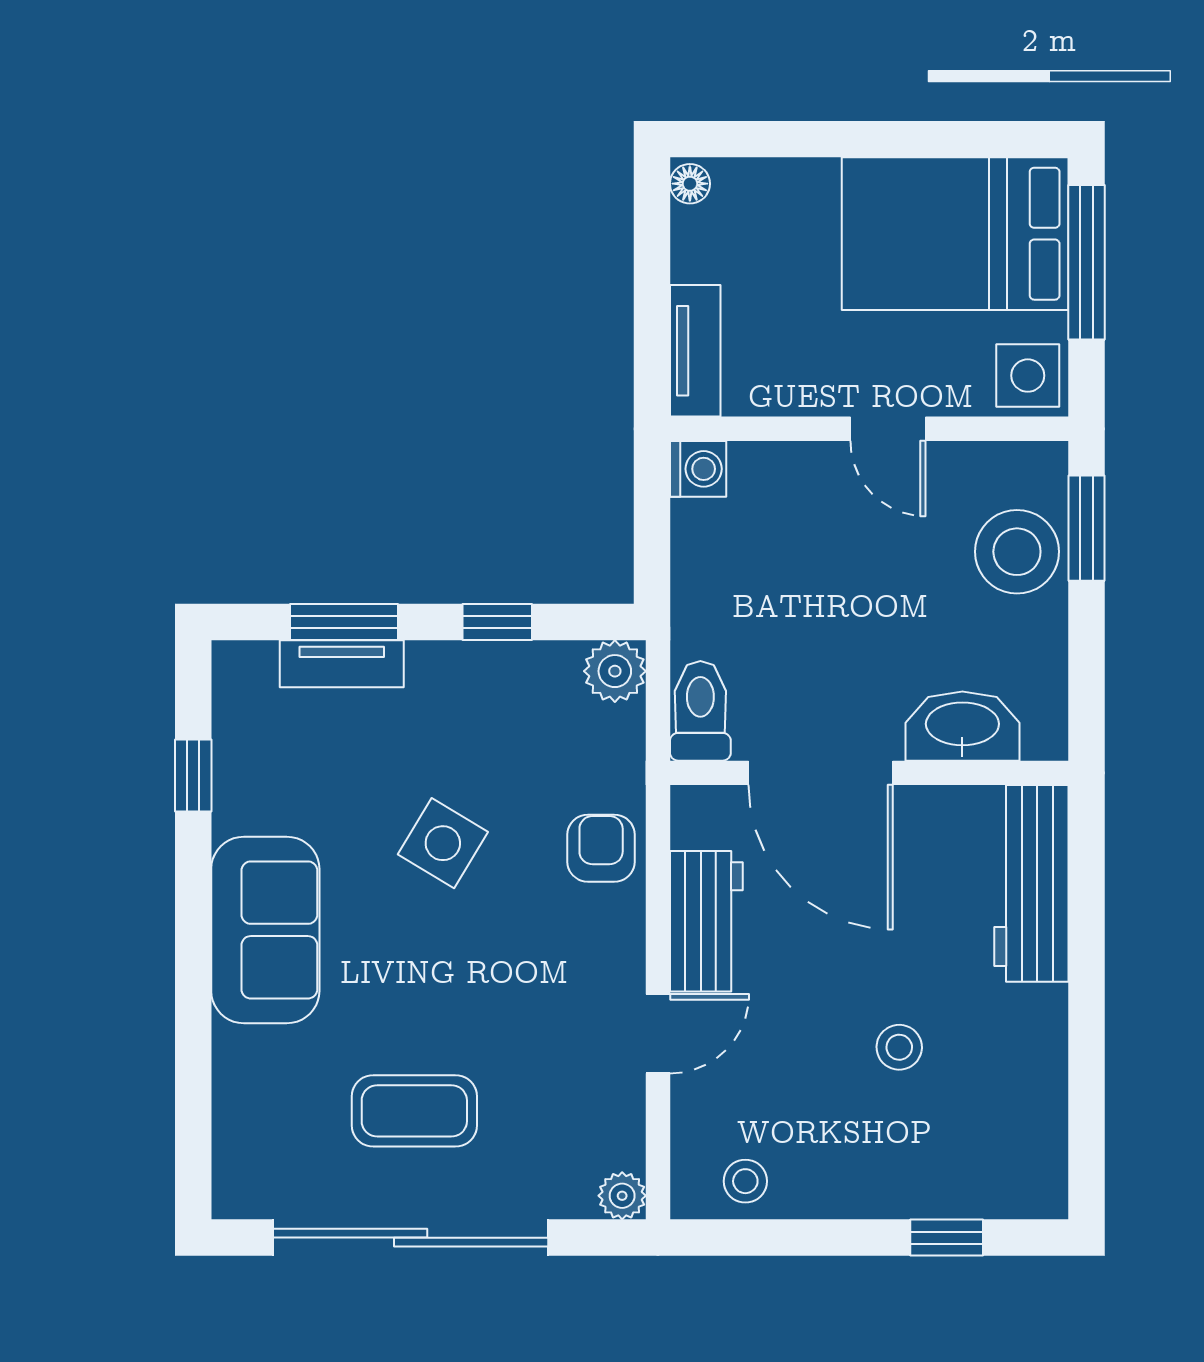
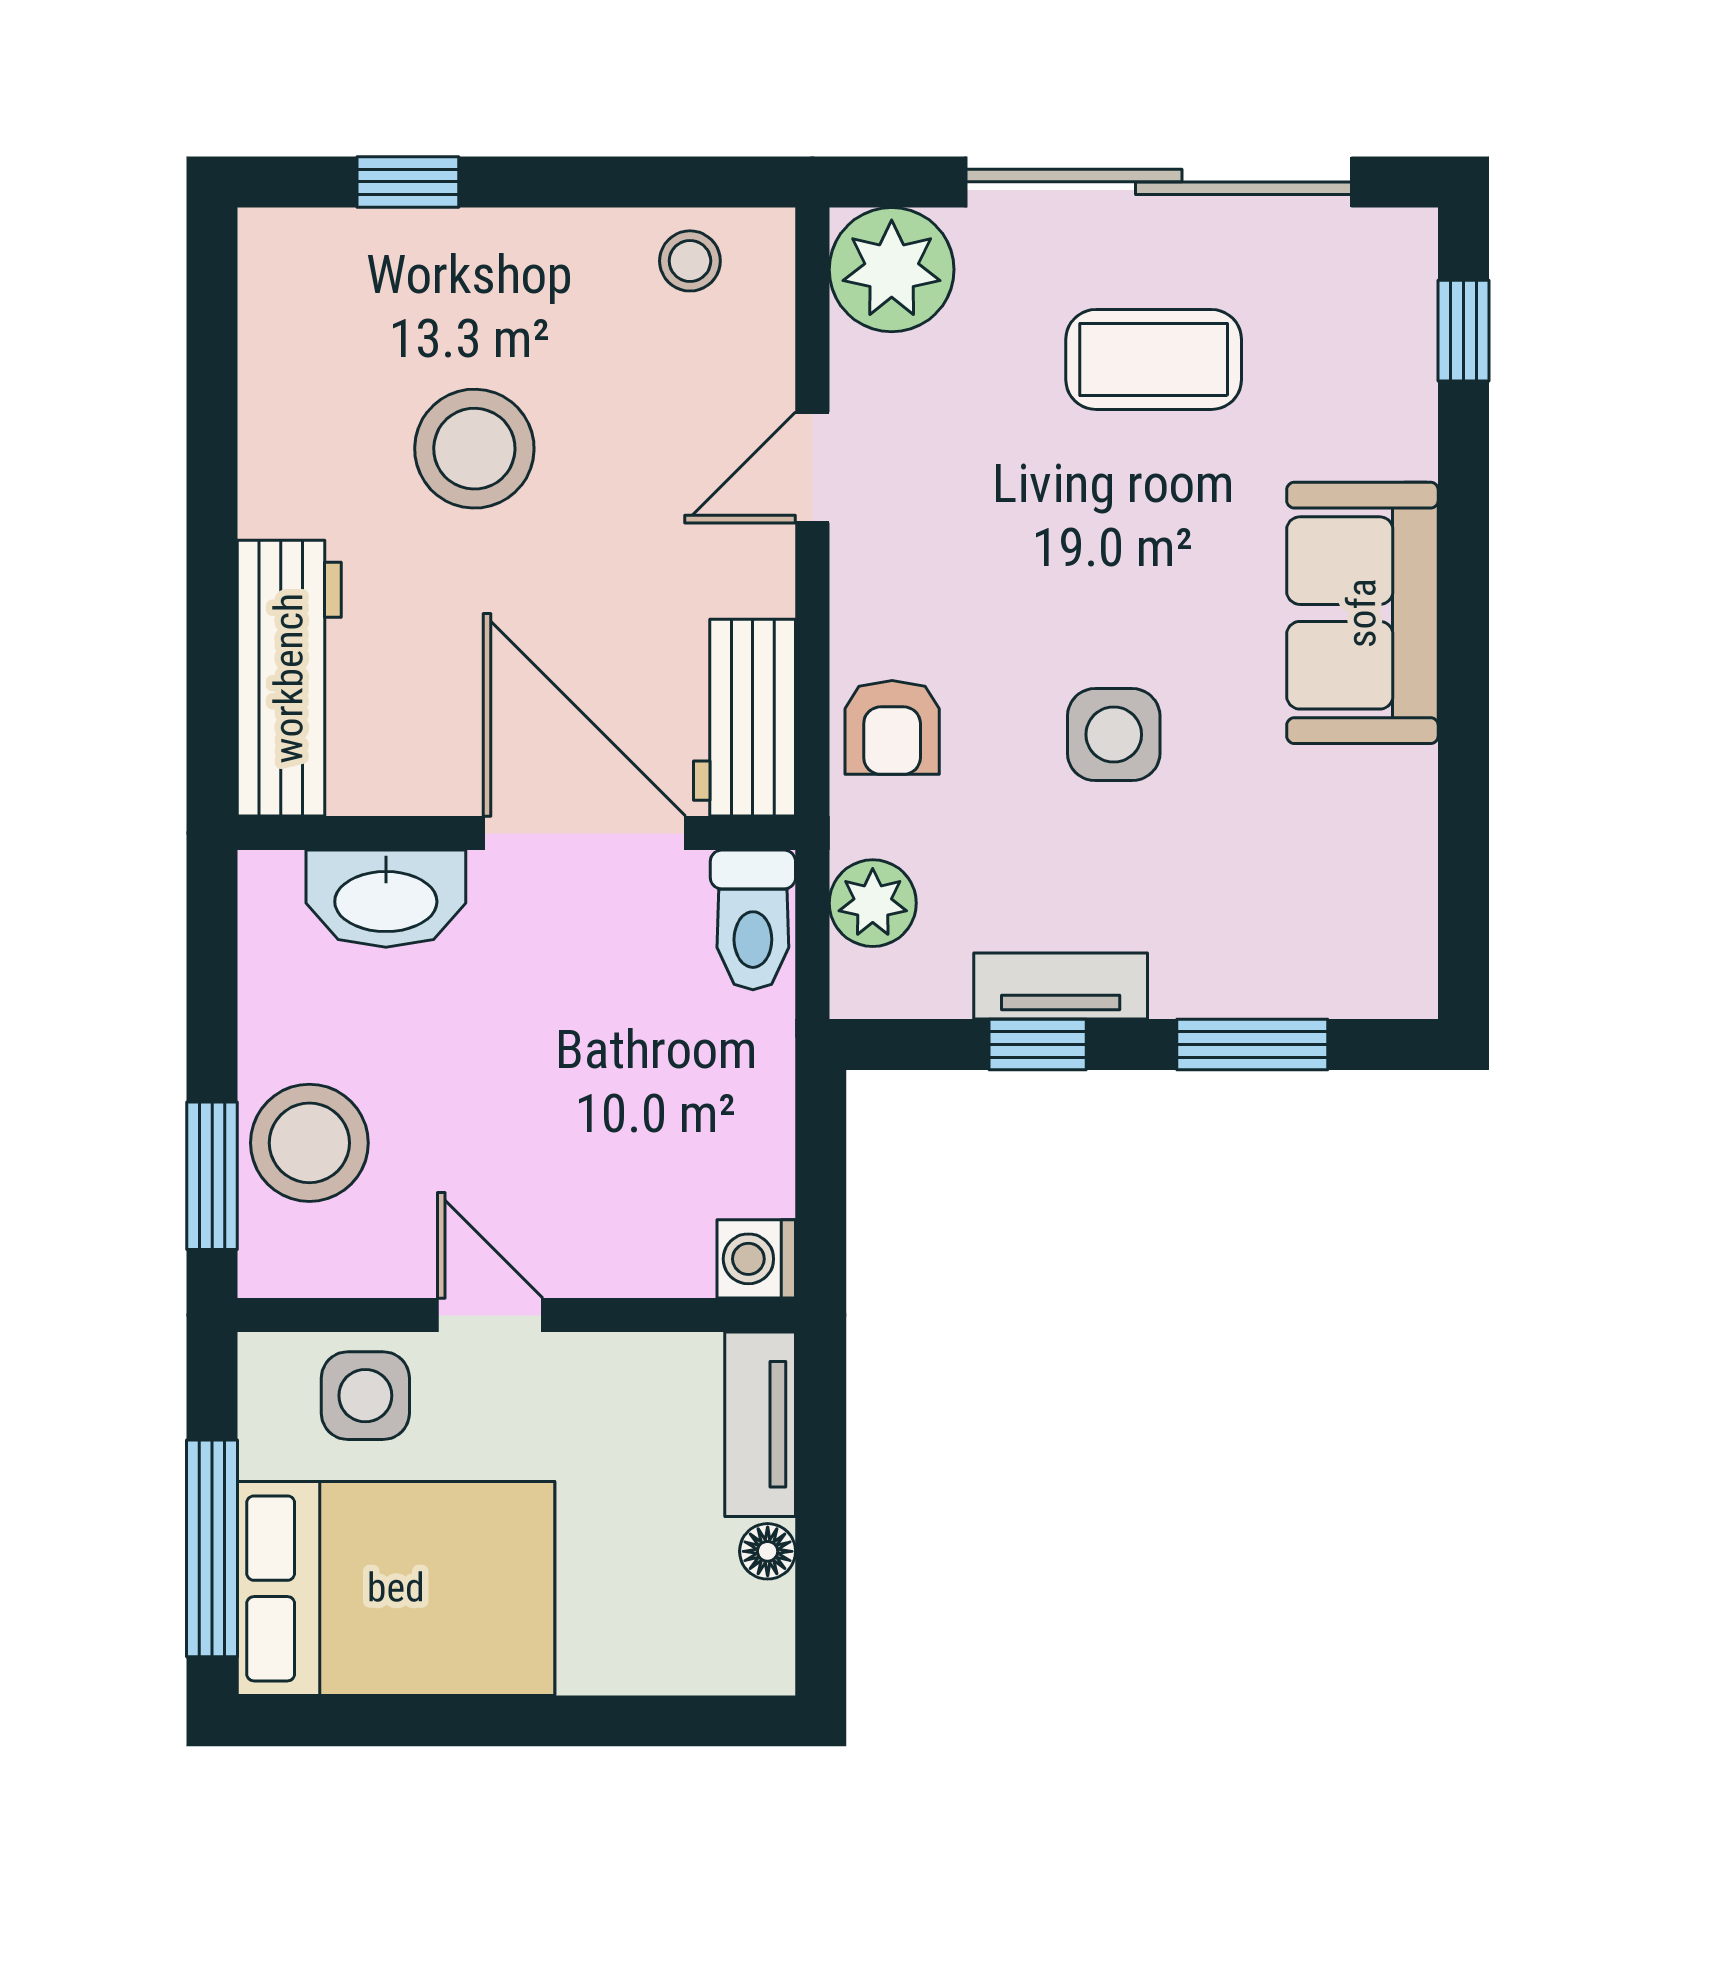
floor lamp: (690, 184) -> (768, 1551), moved
side table: (1028, 376) -> (365, 1396), moved
tv unit: (342, 664) -> (1061, 986), moved
plant: (615, 671) -> (873, 903), moved
window: (193, 775) -> (1463, 331), moved
side table: (443, 843) -> (1114, 735), turned -31
workbench: (706, 921) -> (745, 718), moved
stool: (899, 1047) -> (474, 449), width x1.89, depth x1.89
plant: (622, 1196) -> (892, 270), width x1.88, depth x1.88

